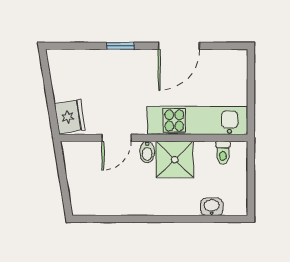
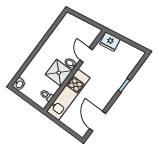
door: (179, 46) -> (98, 121), moved
washbasin: (212, 207) -> (19, 84), moved

